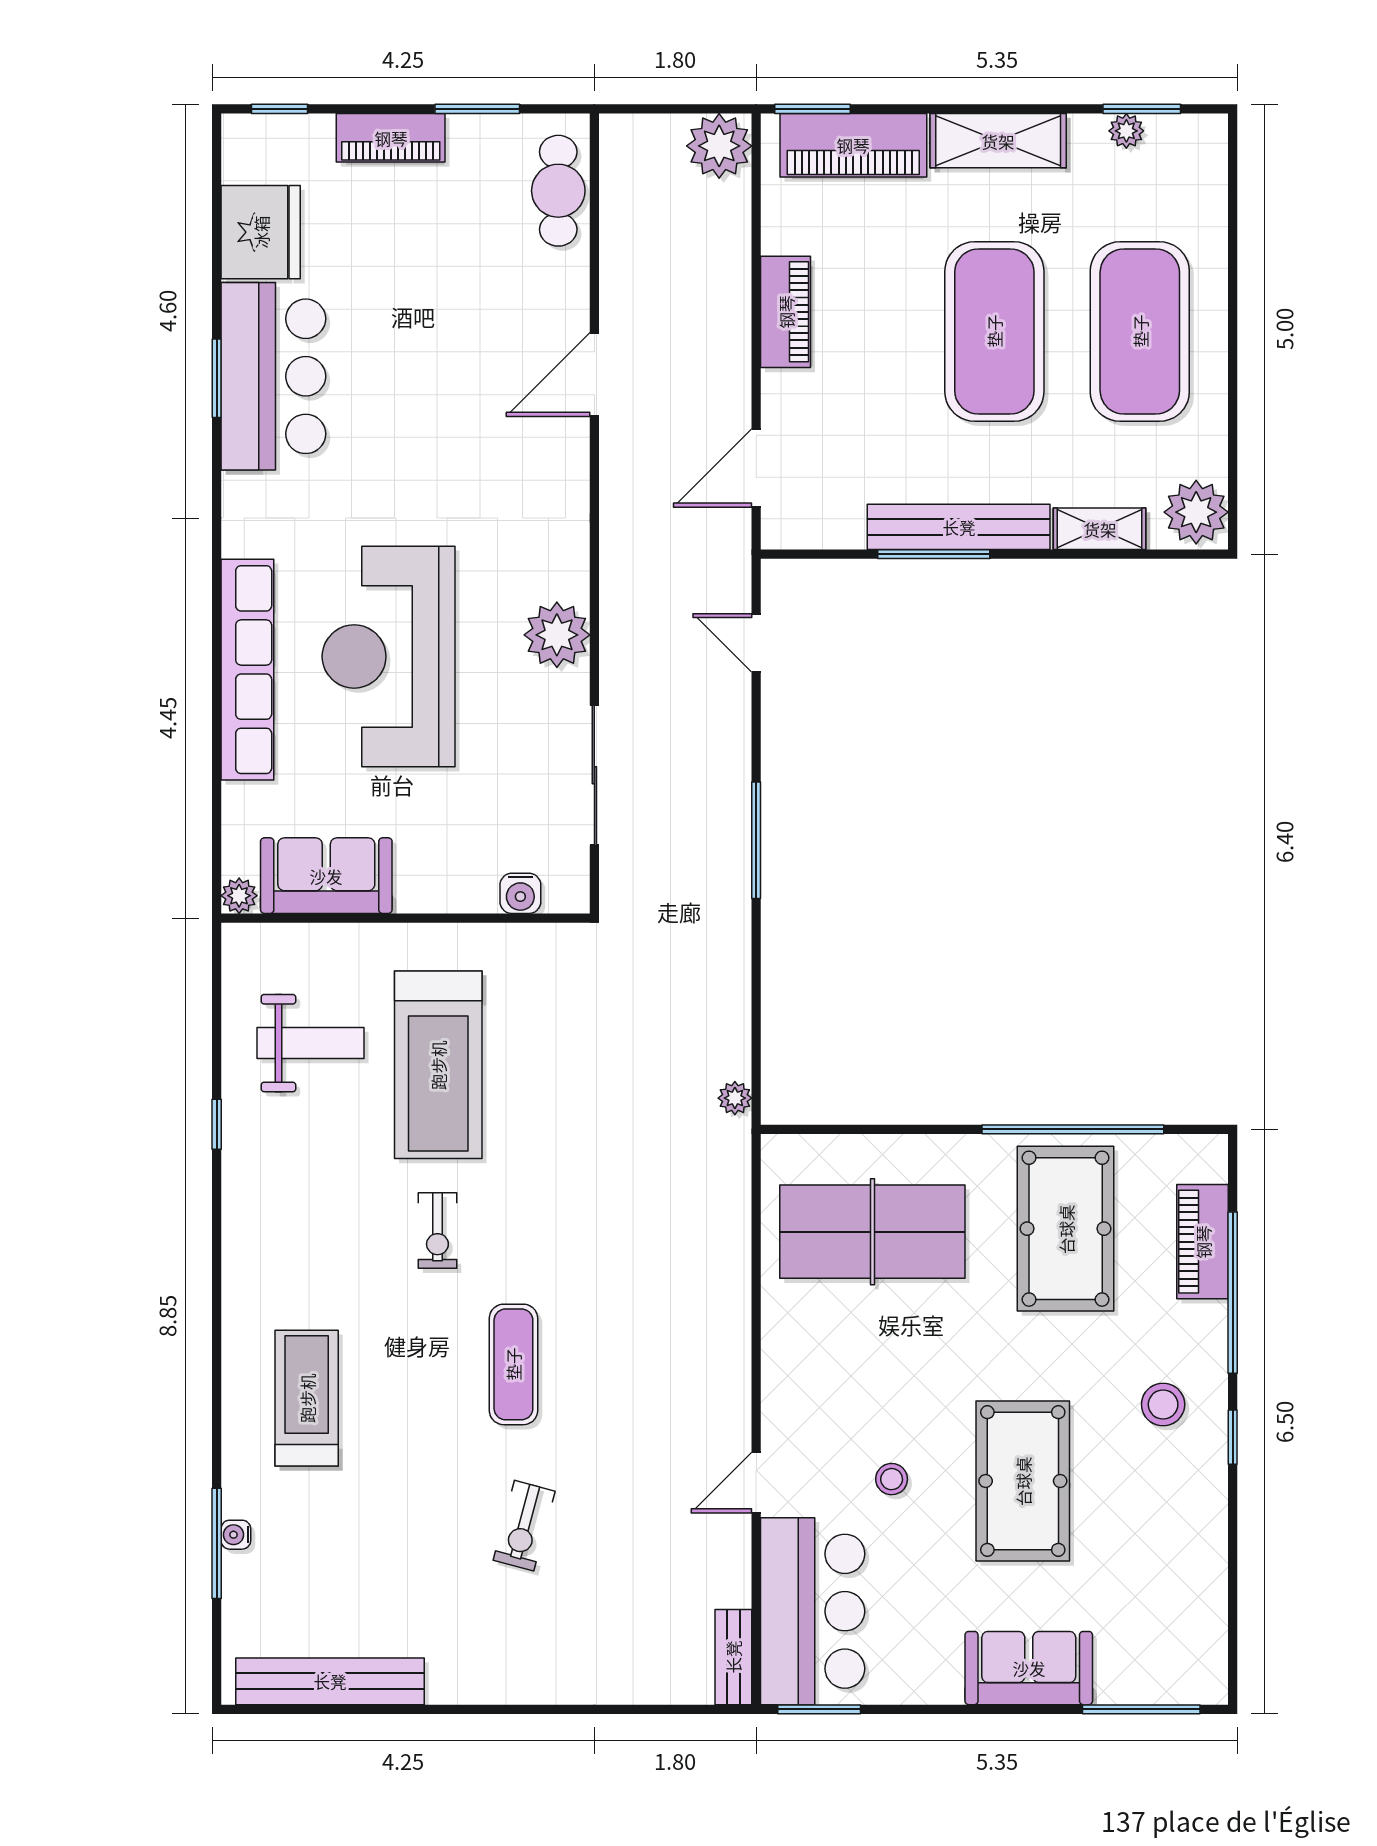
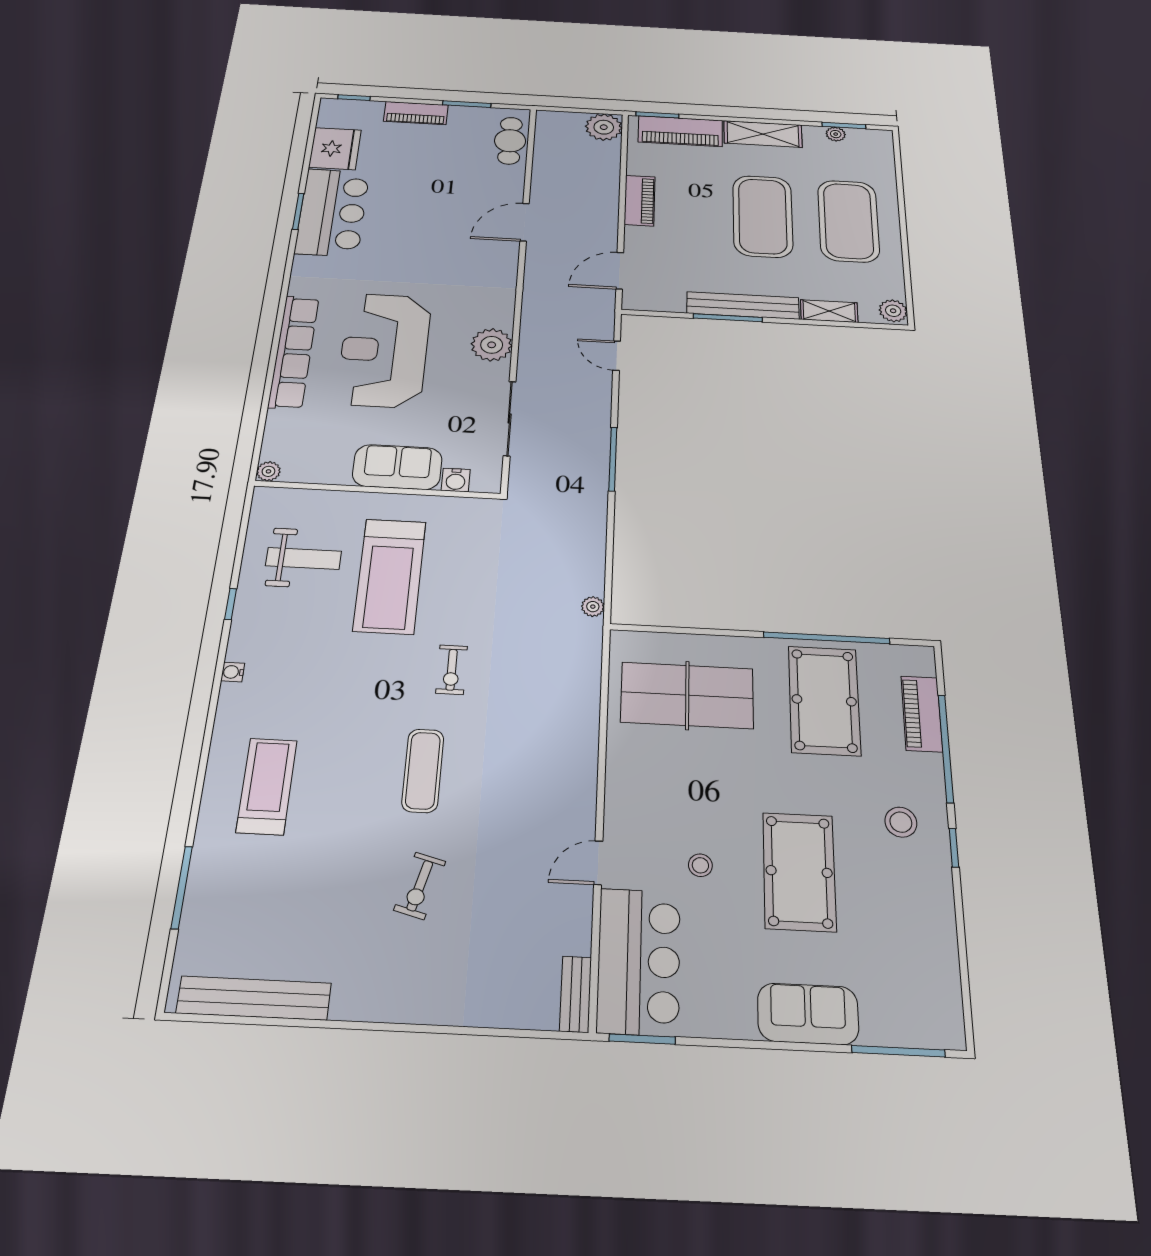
plant: (1196, 512) -> (893, 311), width x0.73, depth x0.73
sofa: (326, 876) -> (397, 467), moved
exercise bike: (437, 1230) -> (452, 670), moved
water cooler: (236, 1535) -> (233, 672), moved

